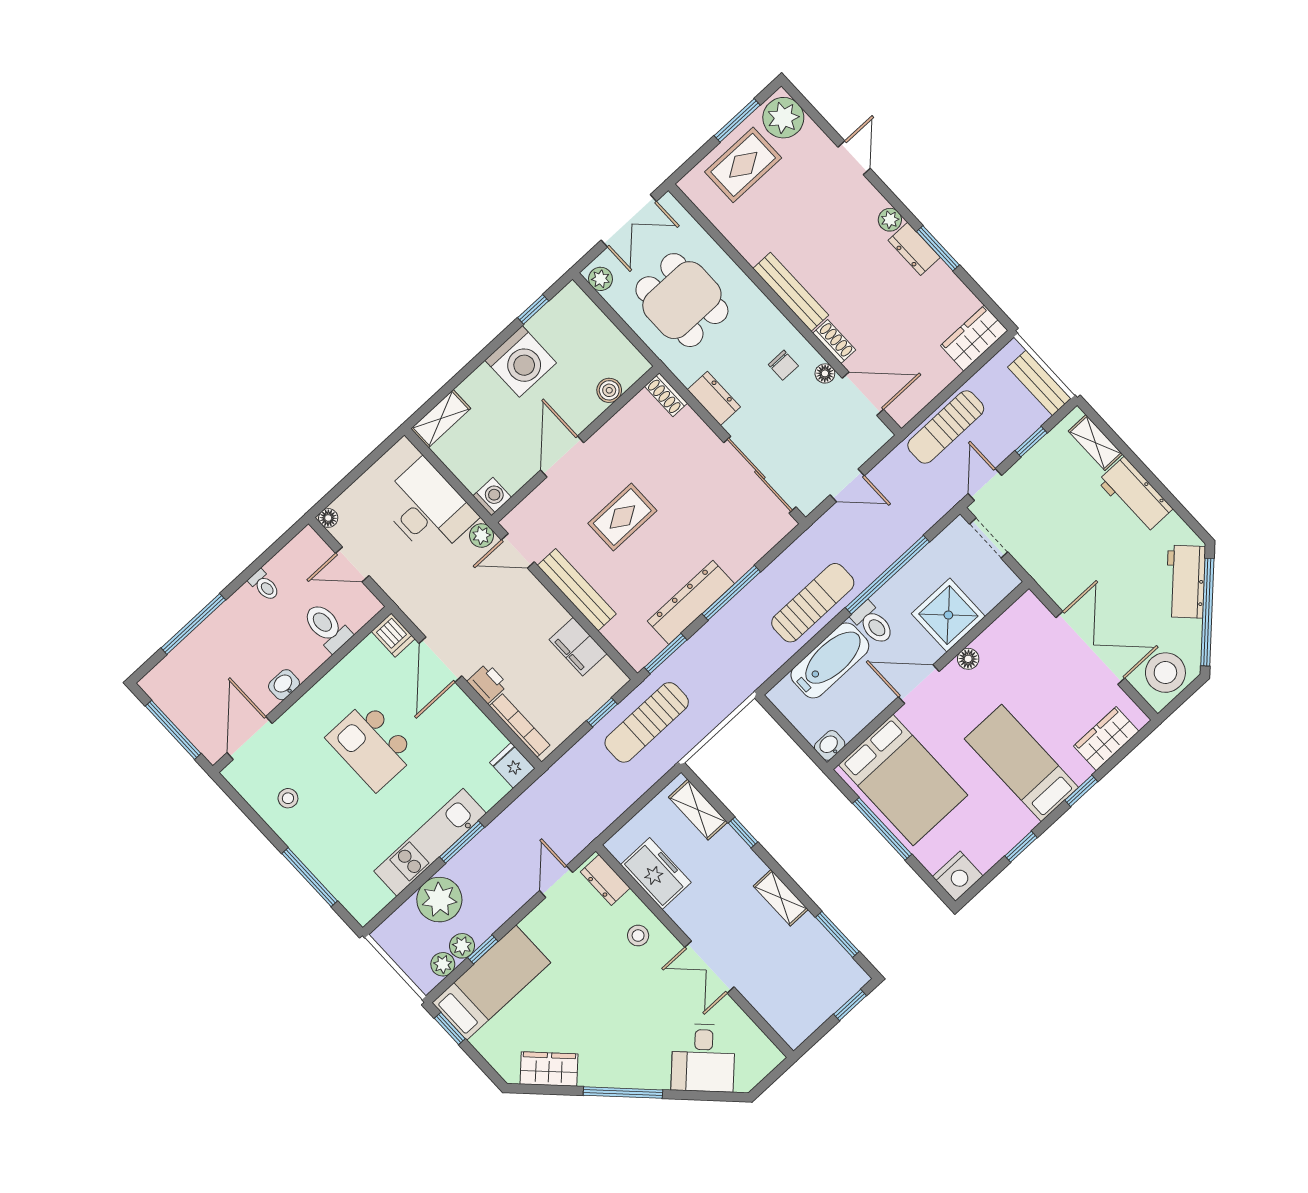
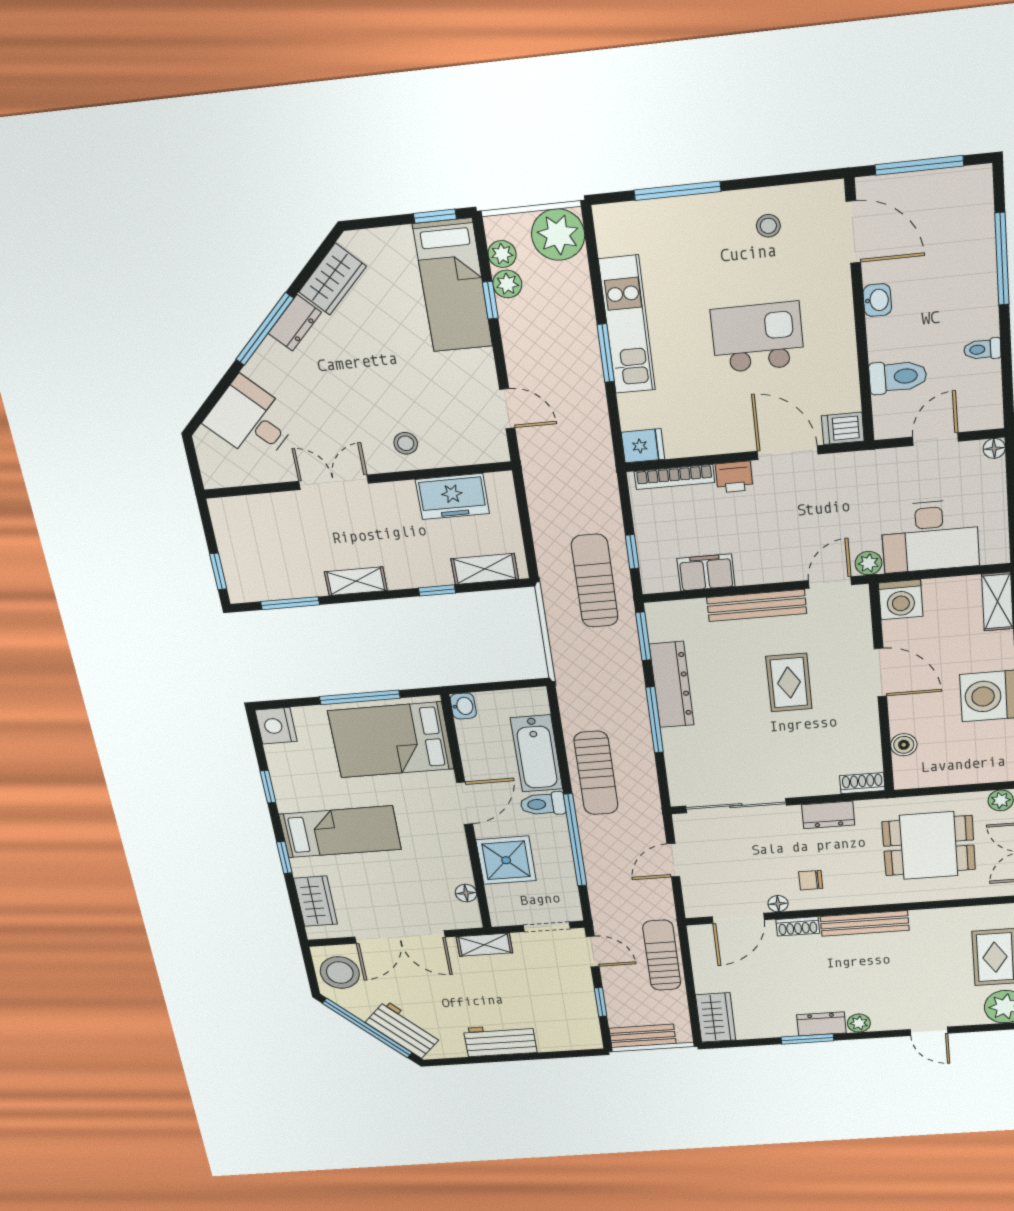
shelving: (1095, 443) -> (484, 945), moved
washing machine: (492, 497) -> (901, 600), width x1.38, depth x1.38
floor lamp: (968, 659) -> (466, 893), moved
dresser: (605, 880) -> (295, 323), moved, turned 135
plant: (439, 900) -> (558, 235), moved

